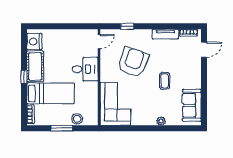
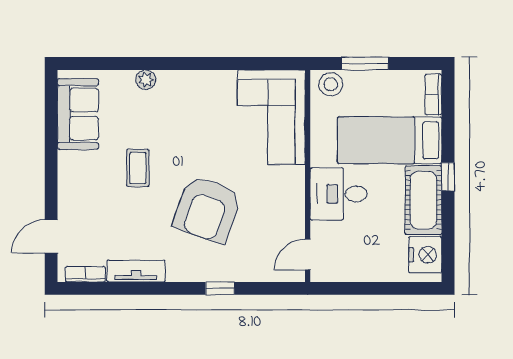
door: (99, 42) -> (308, 255), moved
desk: (85, 69) -> (339, 194), moved
wall: (99, 77) -> (308, 176), moved
corner sofa: (116, 104) -> (271, 117), moved

